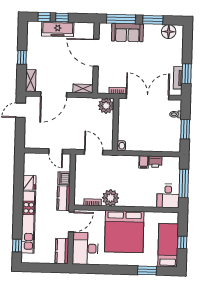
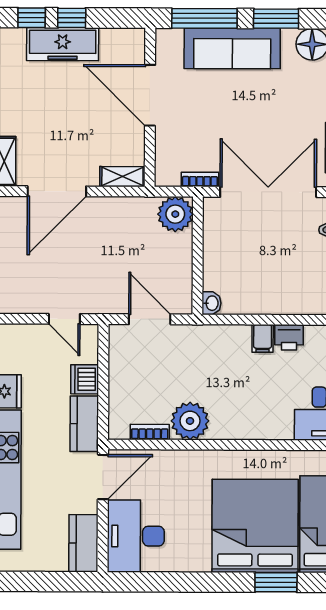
sofa: (127, 33) -> (232, 48), width x1.36
bed: (124, 232) -> (255, 526), moved, turned 180

